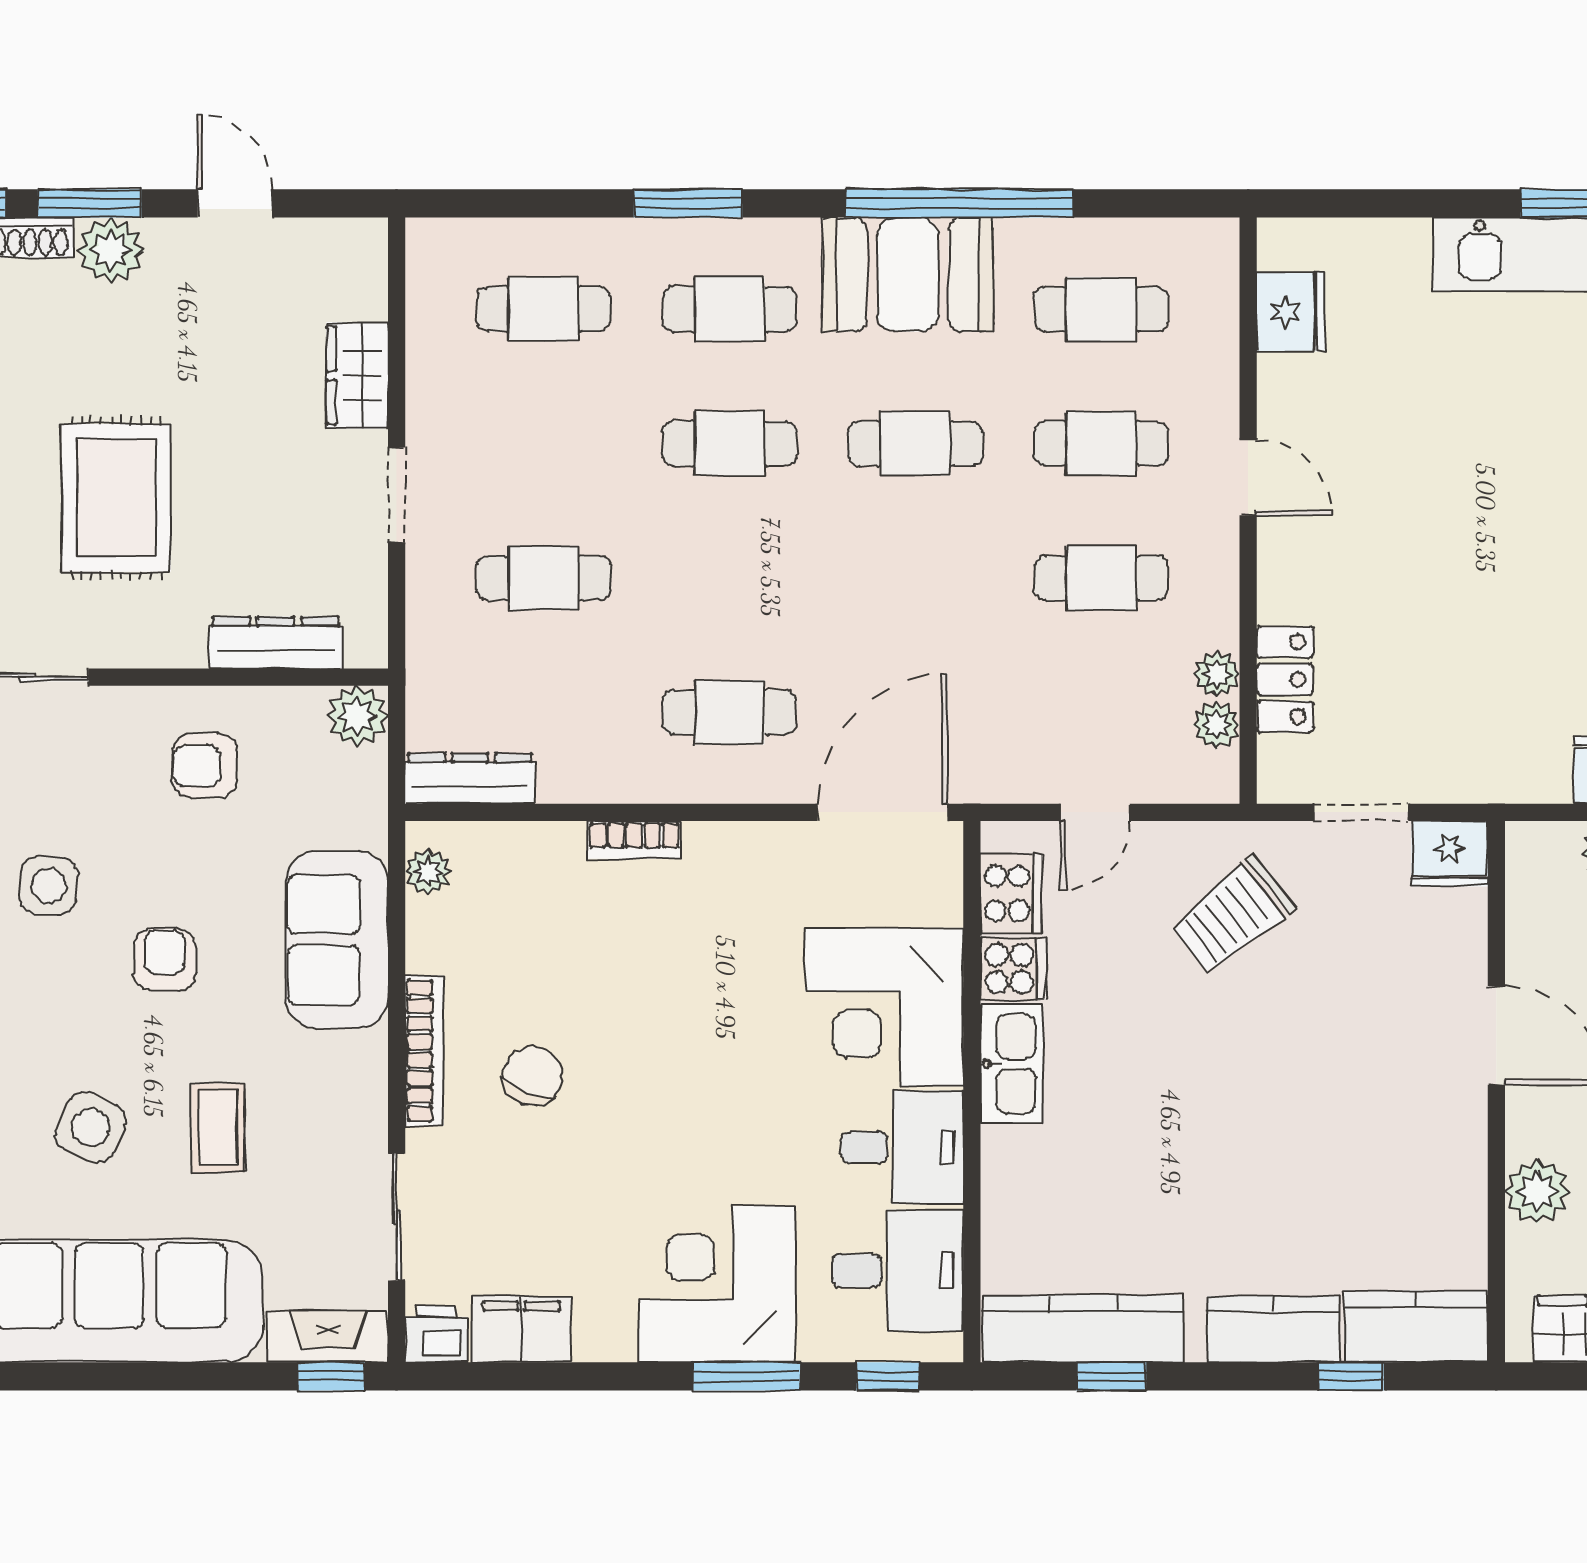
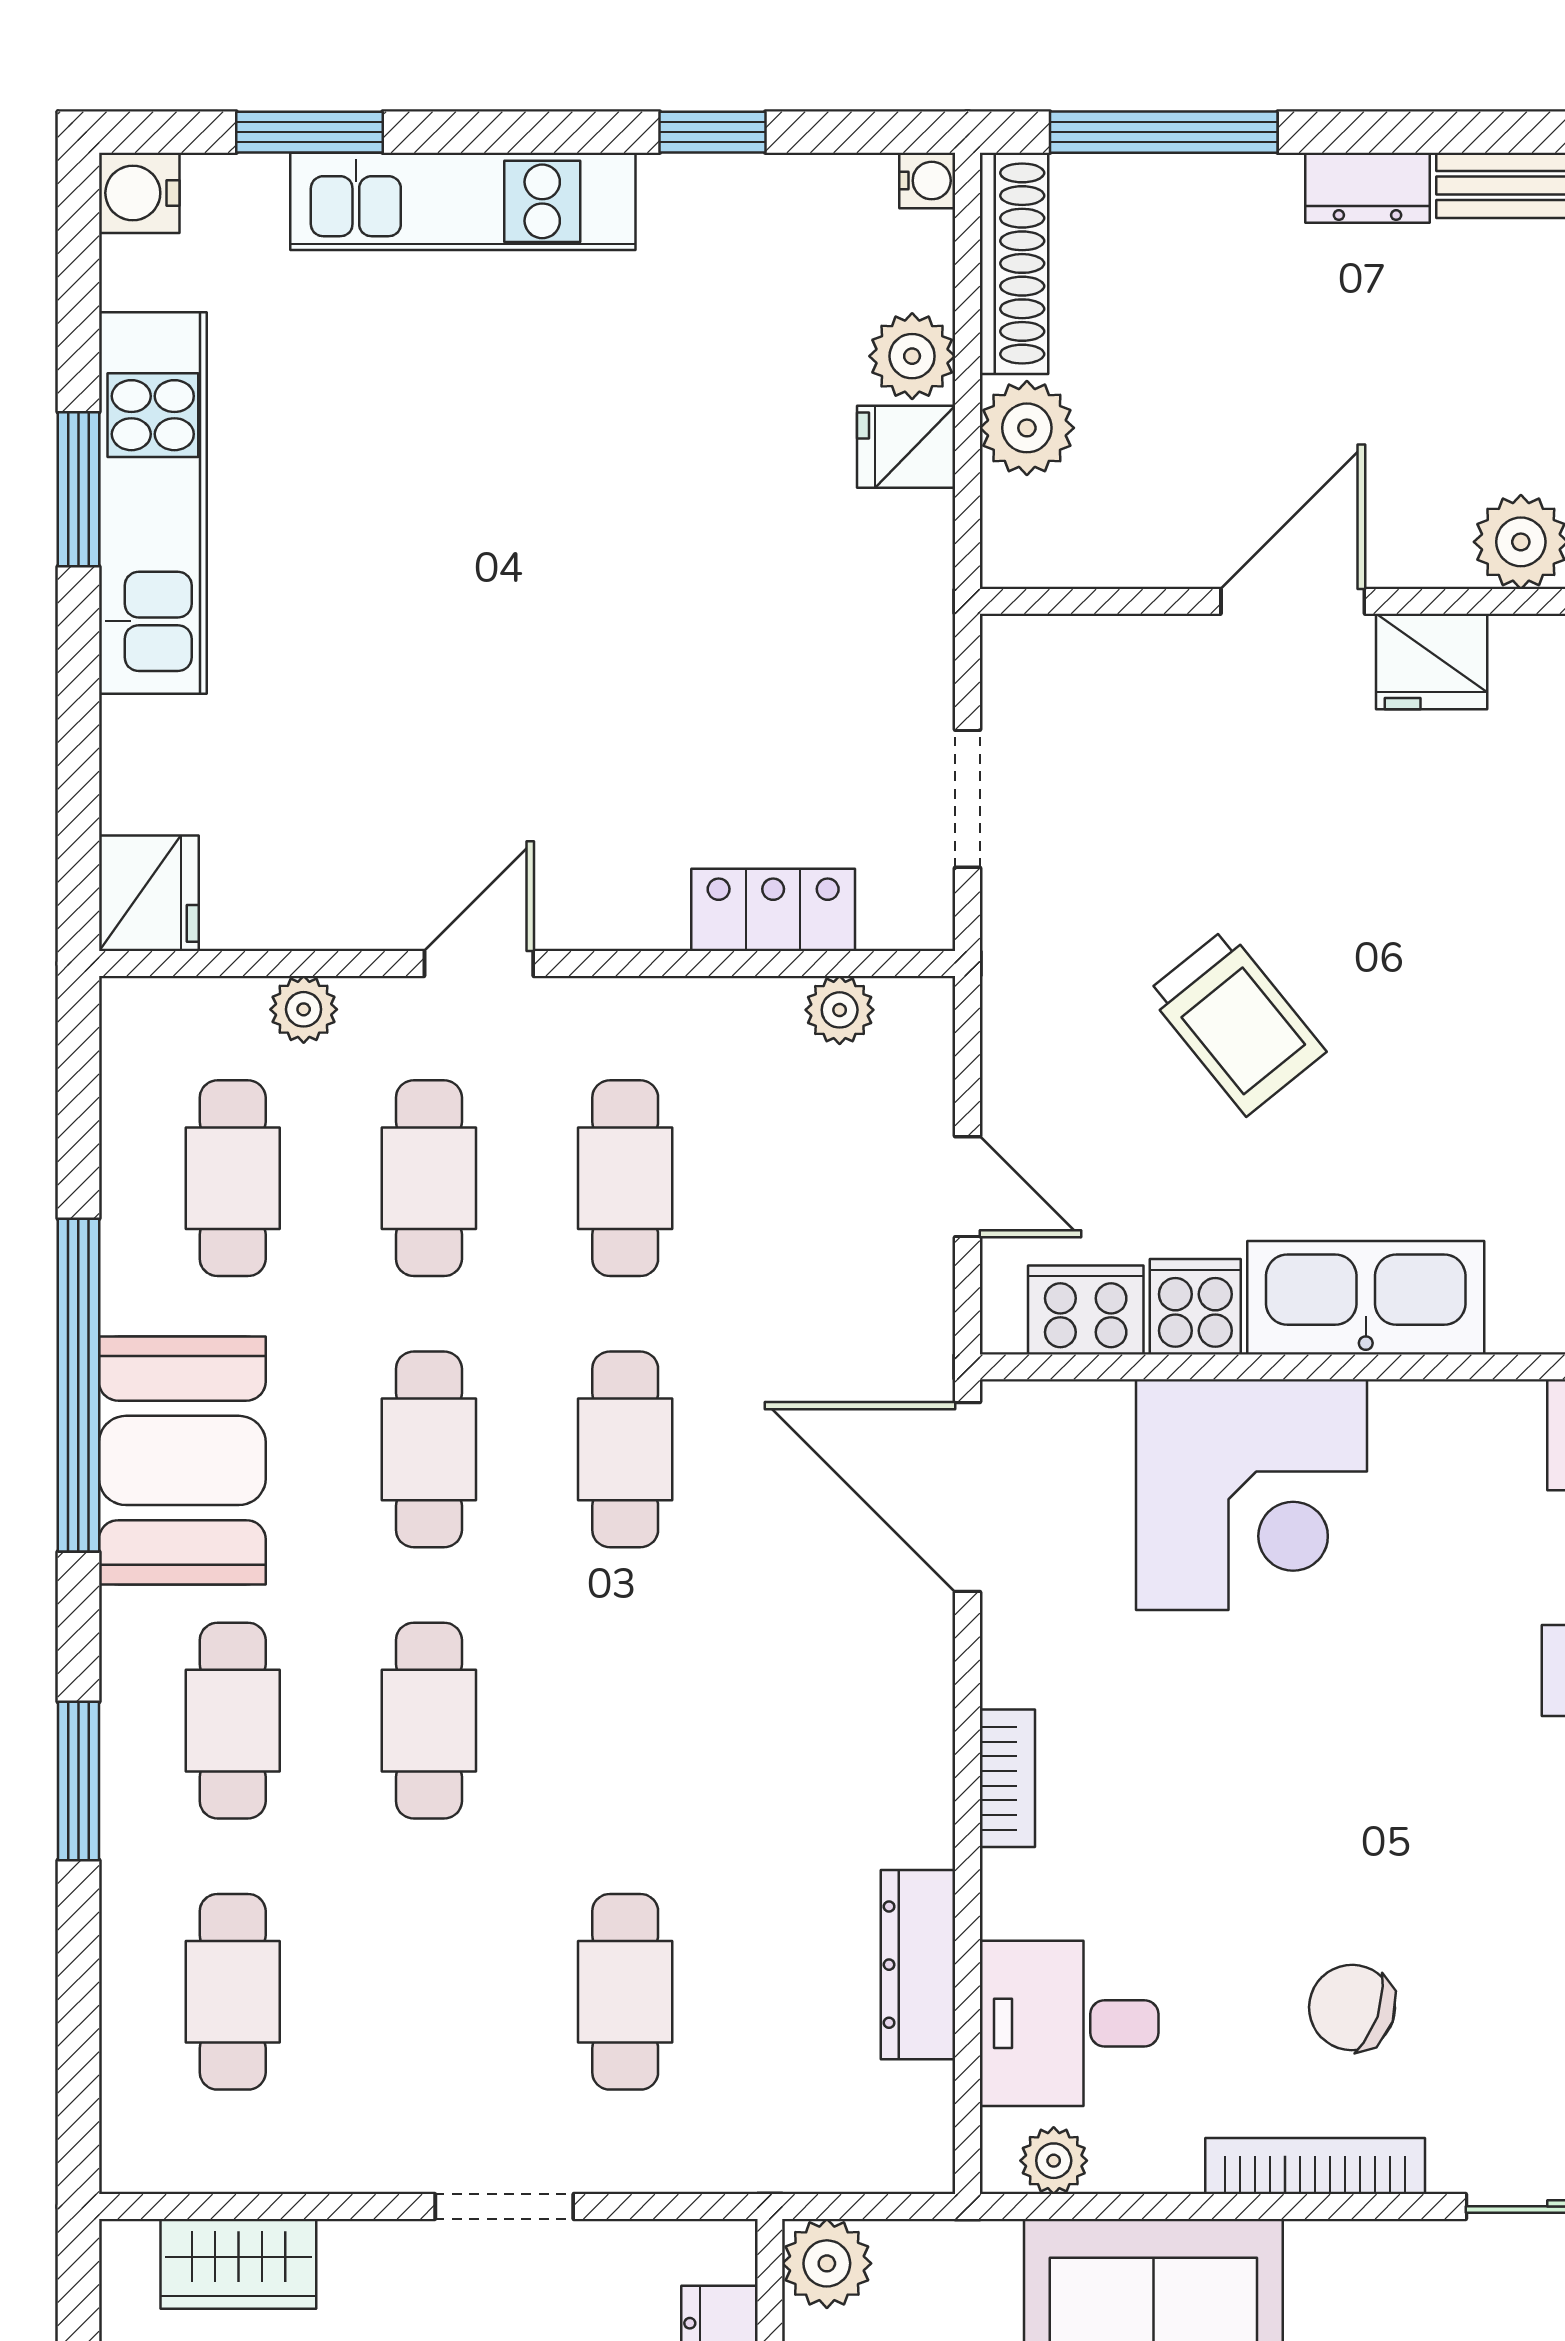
fridge: (1291, 312) -> (149, 893), moved, turned 90
wardrobe: (357, 375) -> (238, 2264), moved
plant: (1217, 674) -> (304, 1009), moved
cafe table: (729, 712) -> (625, 1449), moved
dresser: (470, 779) -> (918, 1965), moved
bookcase: (634, 840) -> (1007, 1778), moved
fridge: (1450, 854) -> (1432, 662), moved, turned 90
trolley: (1232, 916) -> (1236, 1022), moved
kitchen sink: (1012, 1064) -> (1366, 1298), width x1.36, depth x1.24
desk: (902, 1147) -> (1069, 2023), moved, turned -90

